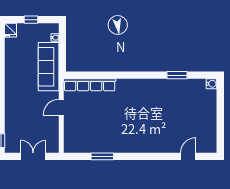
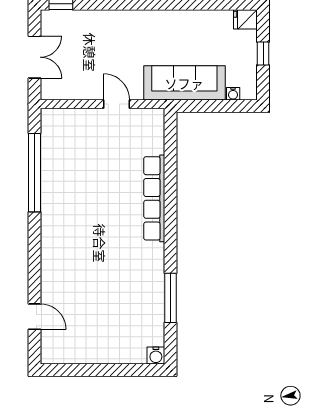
window: (177, 75) -> (170, 298), width x1.44
row of seats: (90, 85) -> (154, 198), moved
window: (102, 156) -> (35, 173), width x2.11

